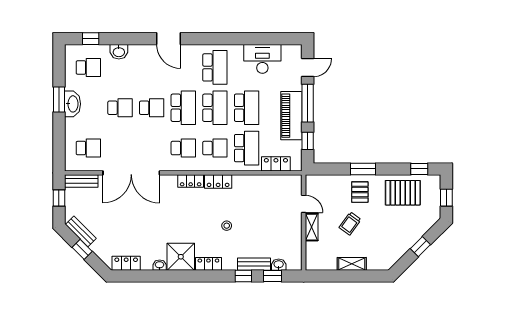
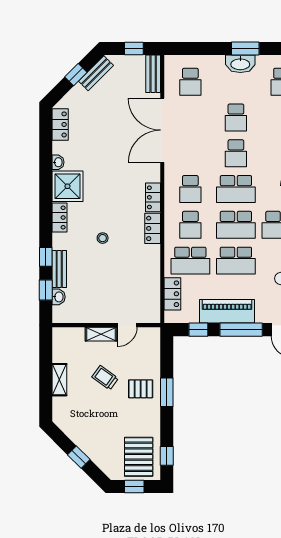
pallet: (403, 193) -> (139, 457), moved

